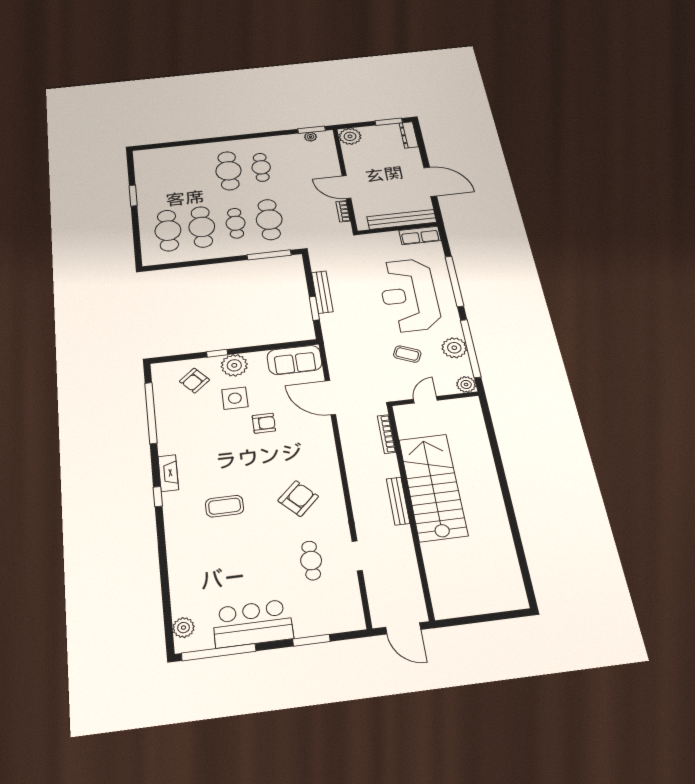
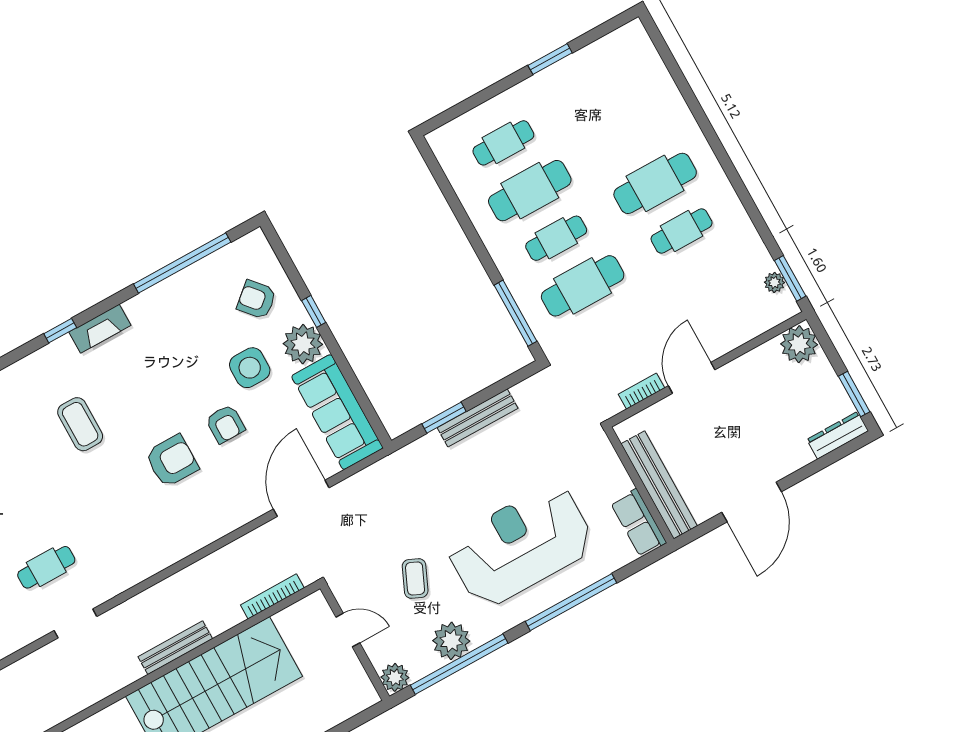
cafe table: (168, 231) -> (503, 143), width x0.73, depth x0.74
sofa: (295, 360) -> (337, 412), width x1.36
armchair: (298, 499) -> (172, 461), moved, turned -46

